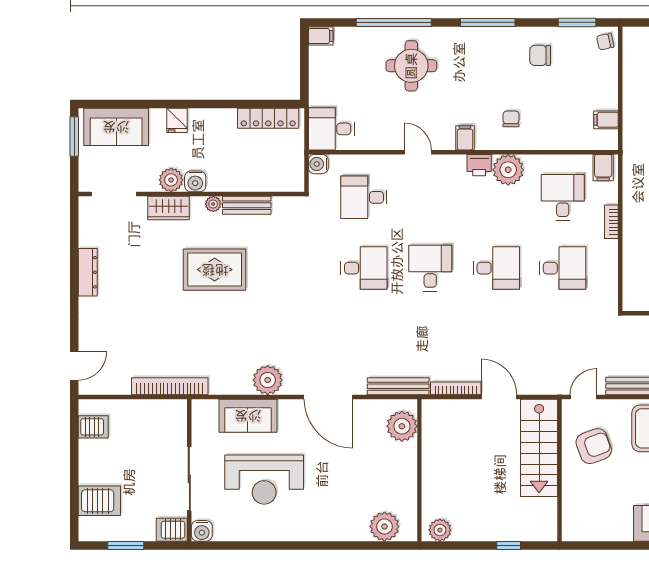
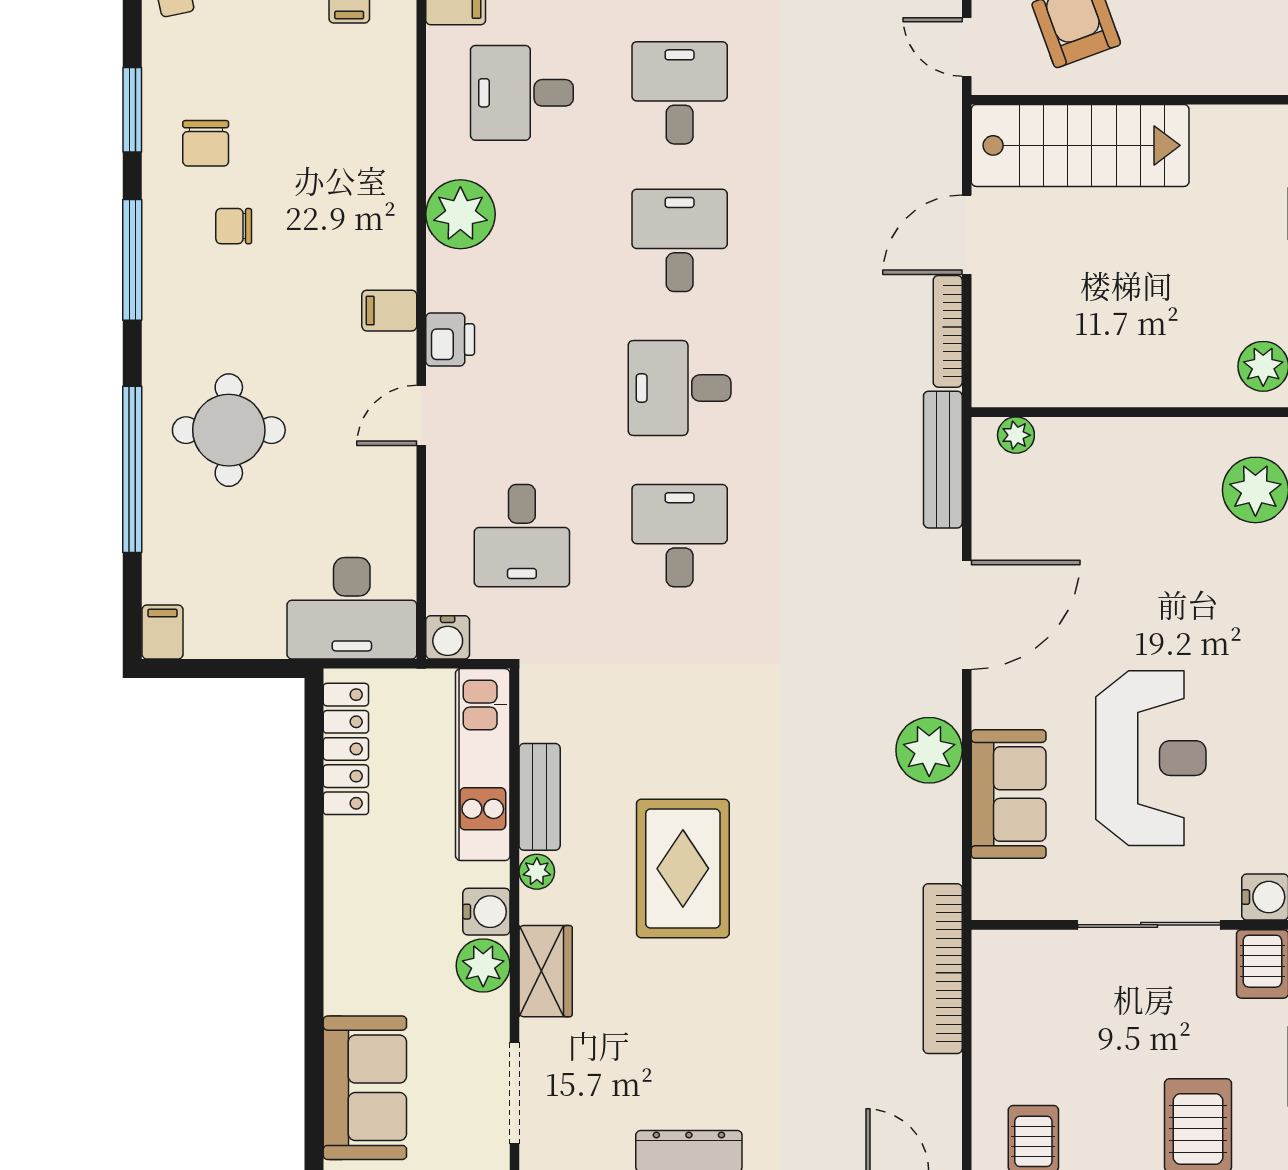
window: (577, 22) -> (132, 110), moved
chair: (511, 119) -> (234, 226), moved
fridge: (177, 120) -> (351, 952), removed
desk: (331, 129) -> (352, 608), width x1.37
printer: (479, 165) -> (450, 340), moved
kitchen unit: (261, 180) -> (483, 765), added
plant: (402, 426) -> (1016, 435), width x0.53, depth x0.53

